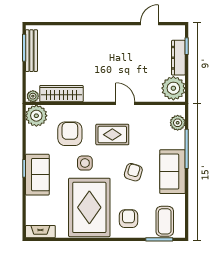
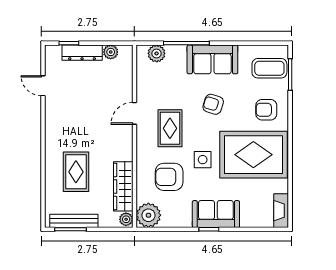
rug: (74, 52) -> (76, 172), added
plant: (173, 88) -> (111, 52), width x0.53, depth x0.53

